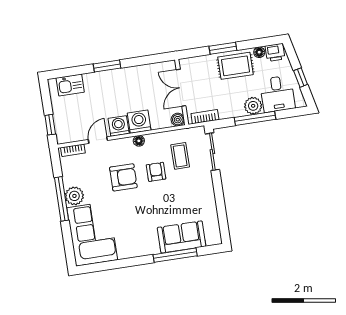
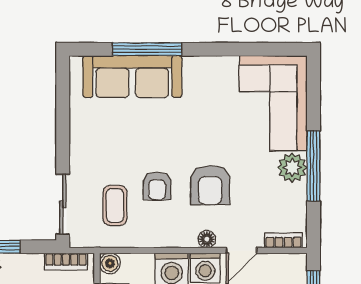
floor lamp: (139, 141) -> (207, 239), moved
armchair: (123, 177) -> (210, 185), turned -90
sofa: (182, 237) -> (132, 77), width x1.36

